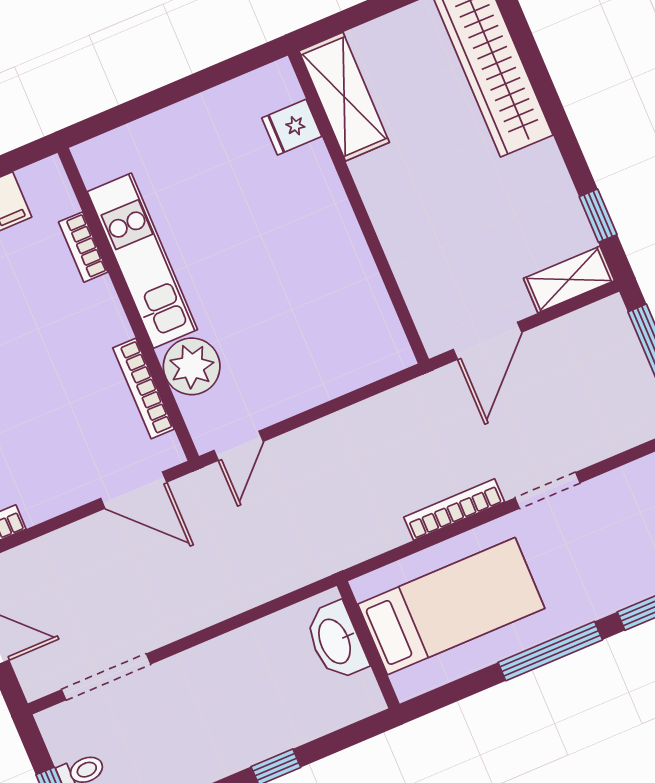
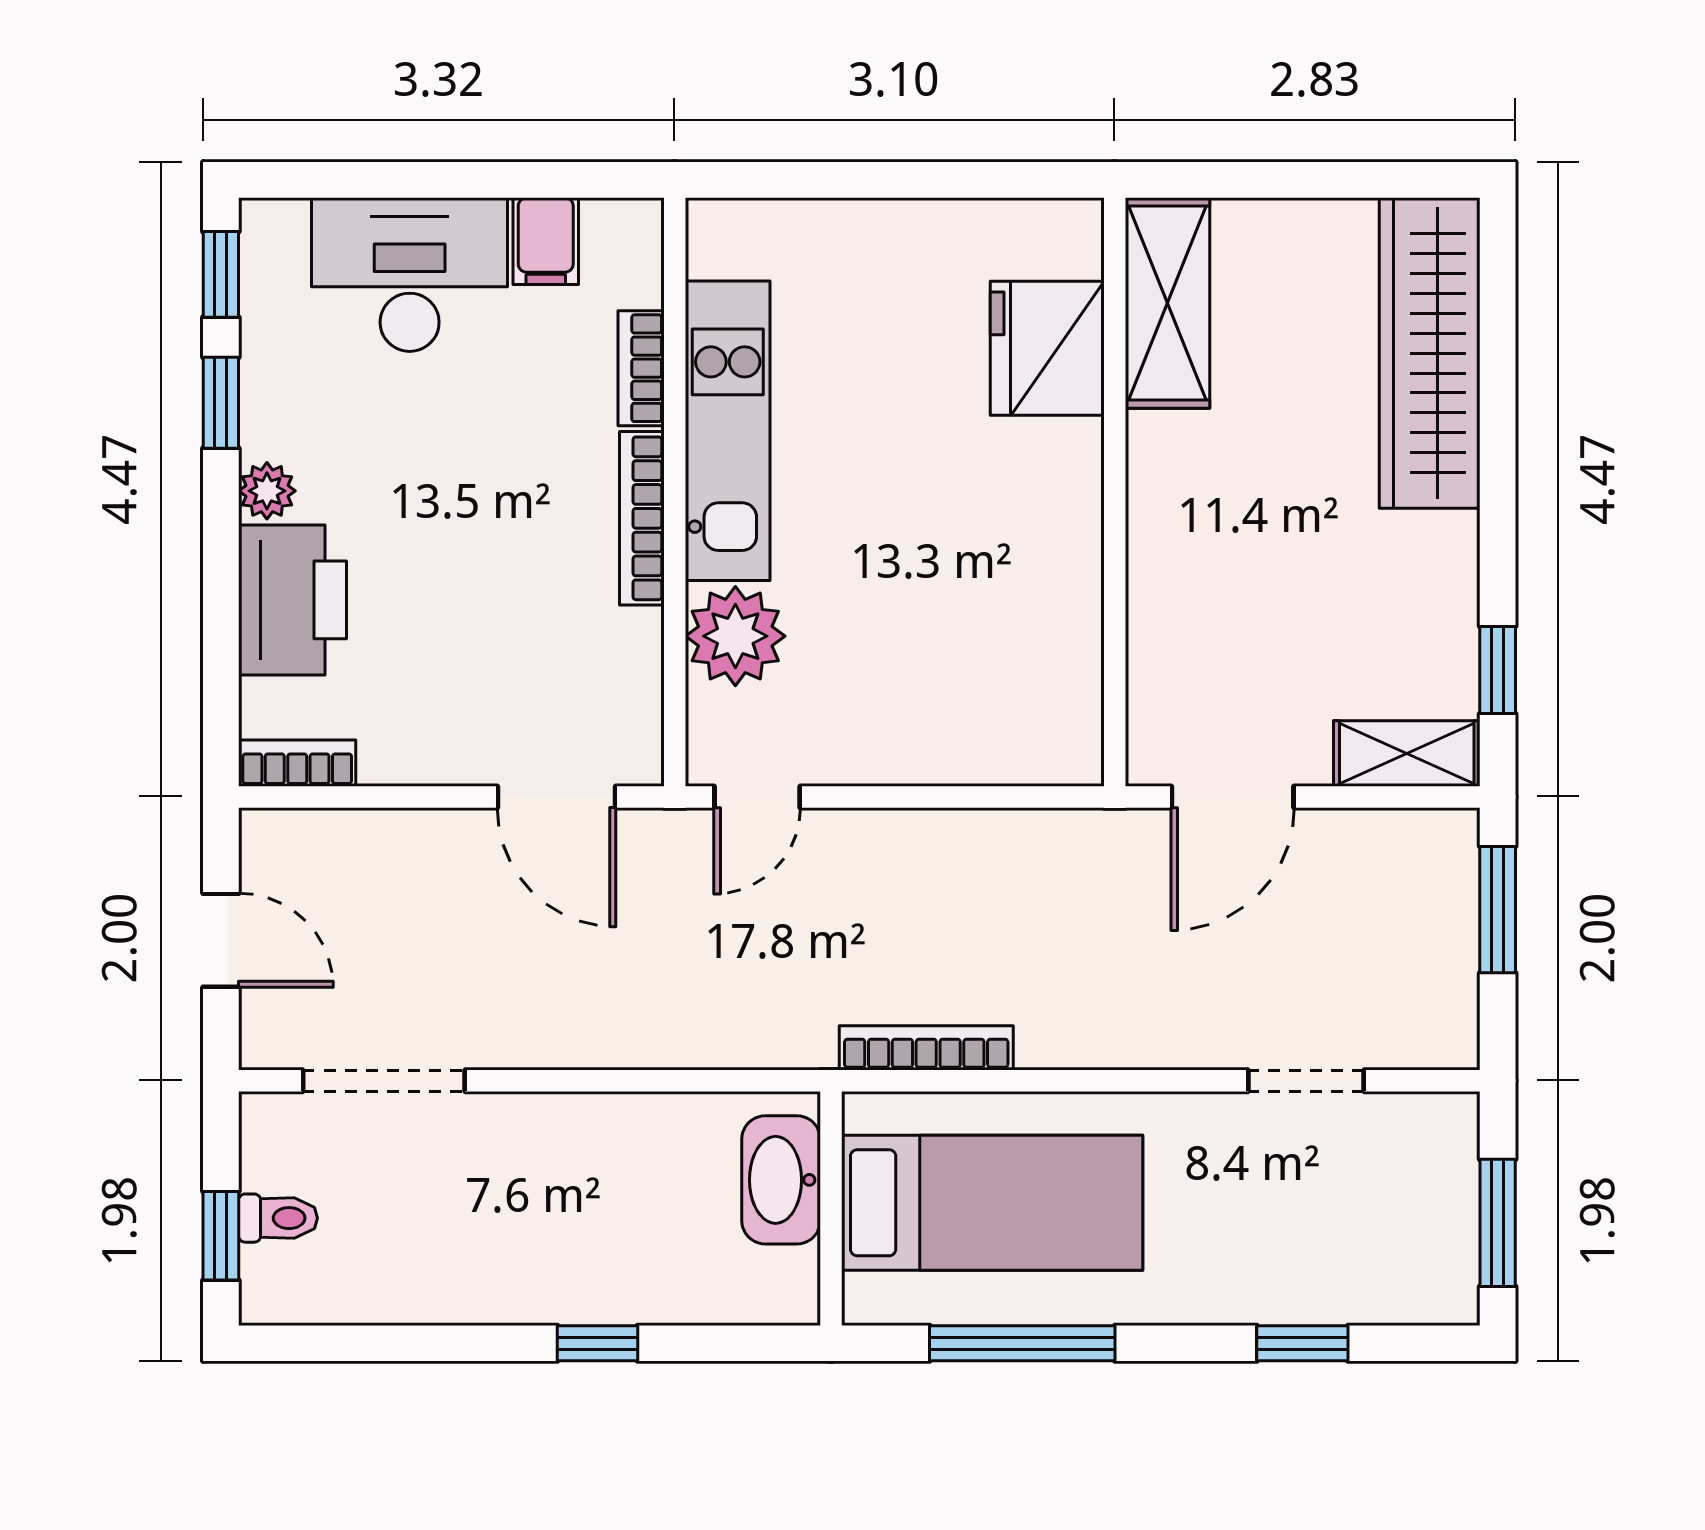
fridge: (292, 127) -> (1047, 348), width x1.88, depth x1.34
bookcase: (143, 388) -> (642, 518), moved
doorway: (548, 490) -> (1306, 1081), moved
bookcase: (454, 510) -> (926, 1048), moved
window: (550, 651) -> (1022, 1343), moved

